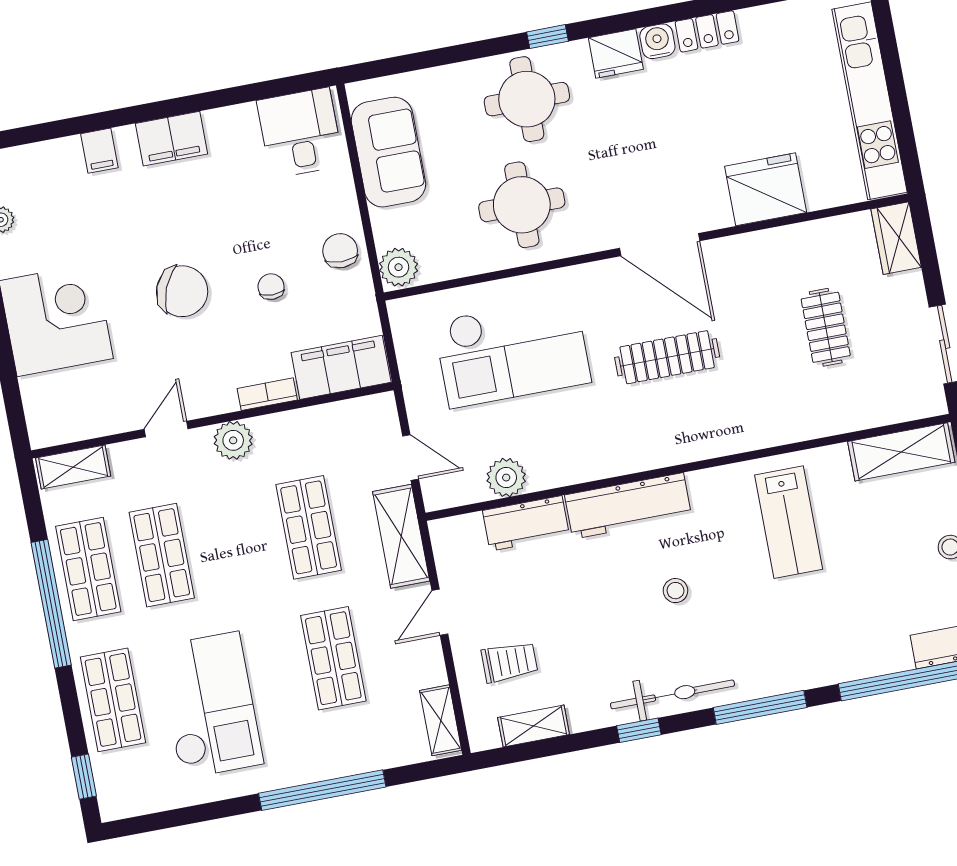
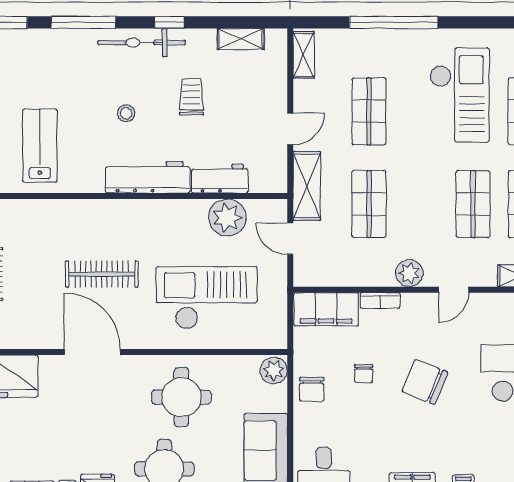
plant: (506, 478) -> (227, 218), width x1.36, depth x1.36
trolley: (509, 662) -> (192, 97), moved, turned 90
checkout: (210, 705) -> (459, 95), turned 180

